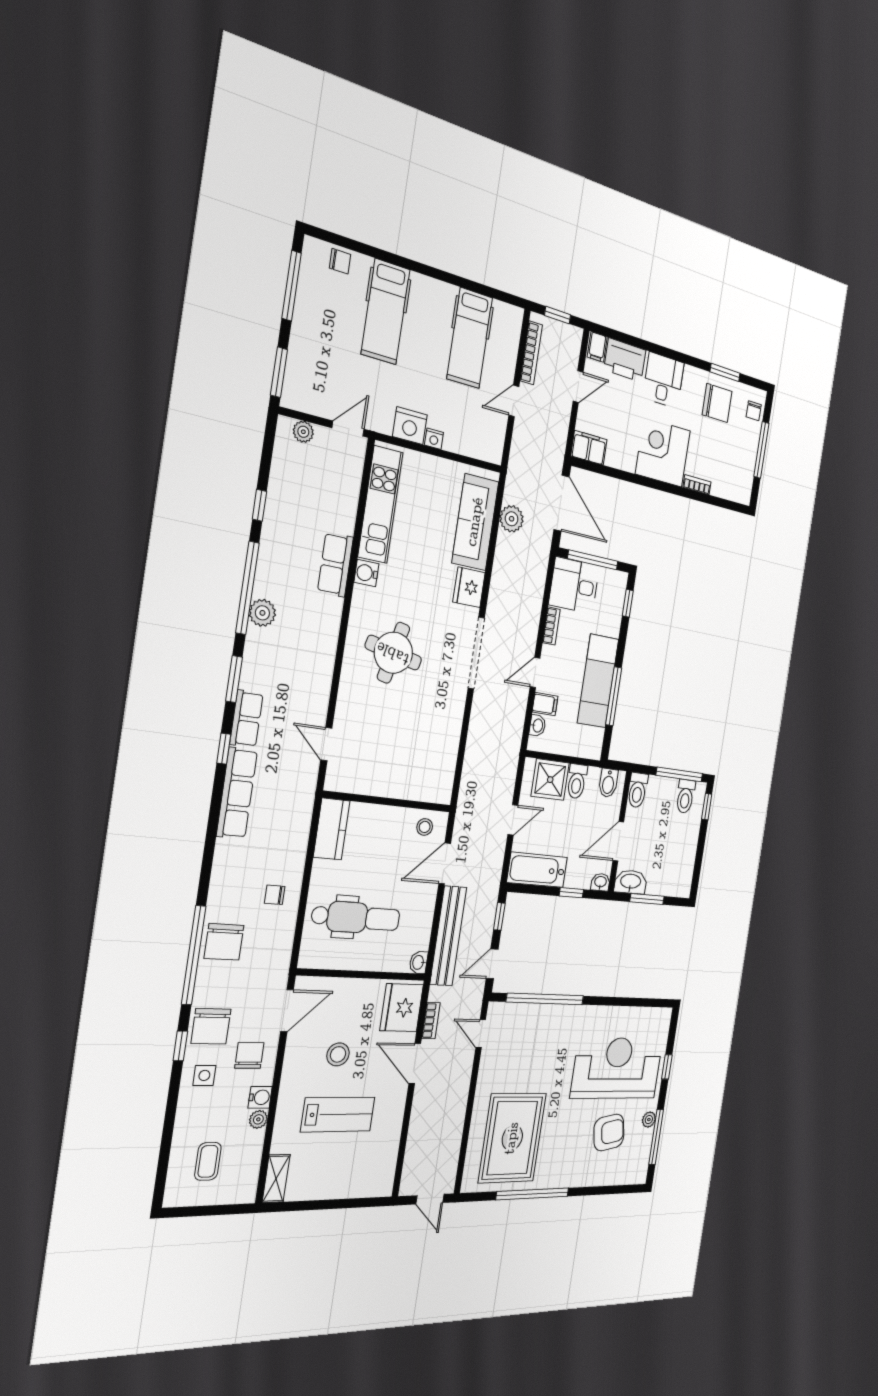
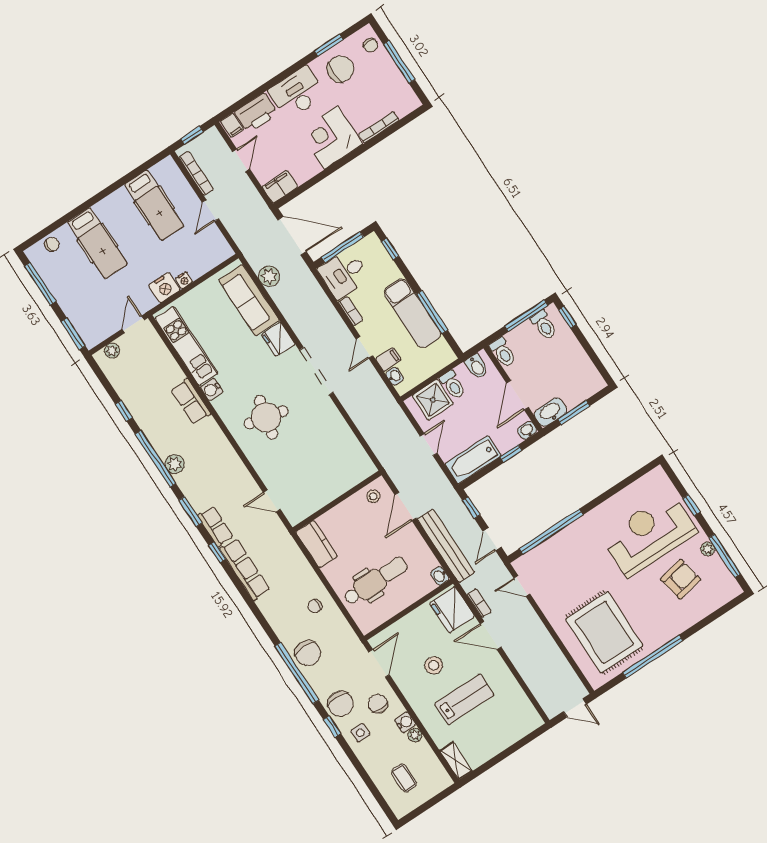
desk: (663, 380) -> (297, 93), width x1.37
bookcase: (697, 485) -> (379, 127), width x1.56

